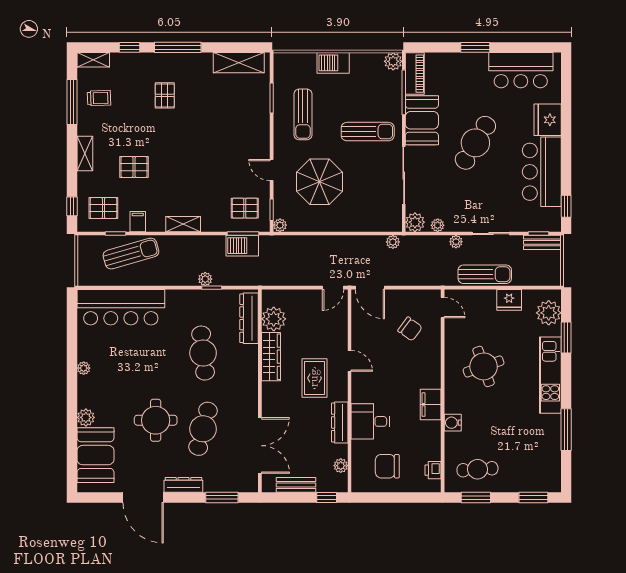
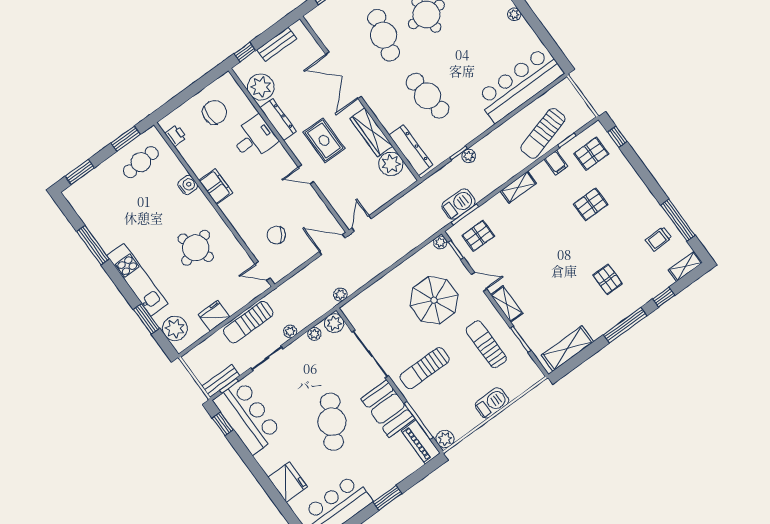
shelving: (85, 154) -> (507, 304), moved
bar counter: (542, 172) -> (247, 417), moved
double door: (260, 446) -> (343, 75), moved
plant: (341, 466) -> (261, 87), width x1.87, depth x1.87

